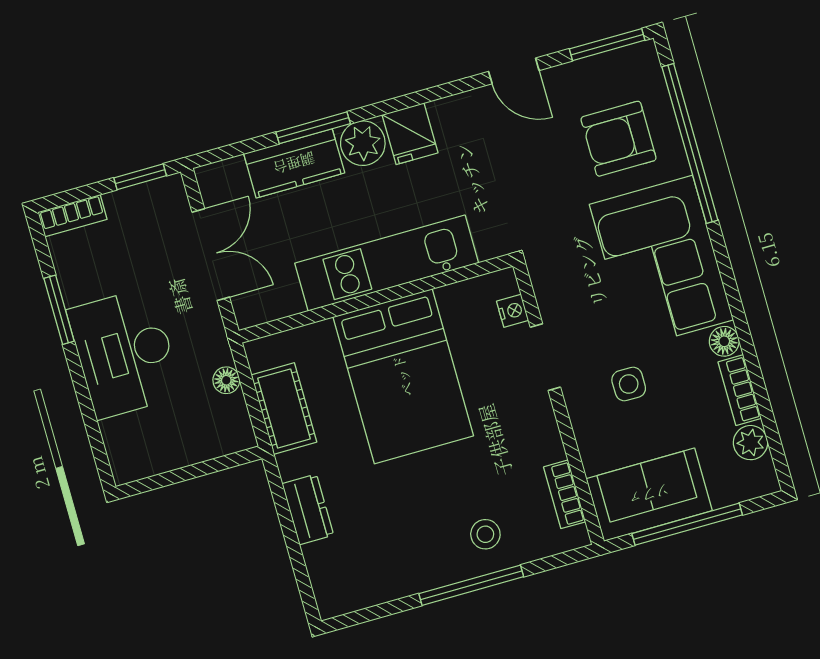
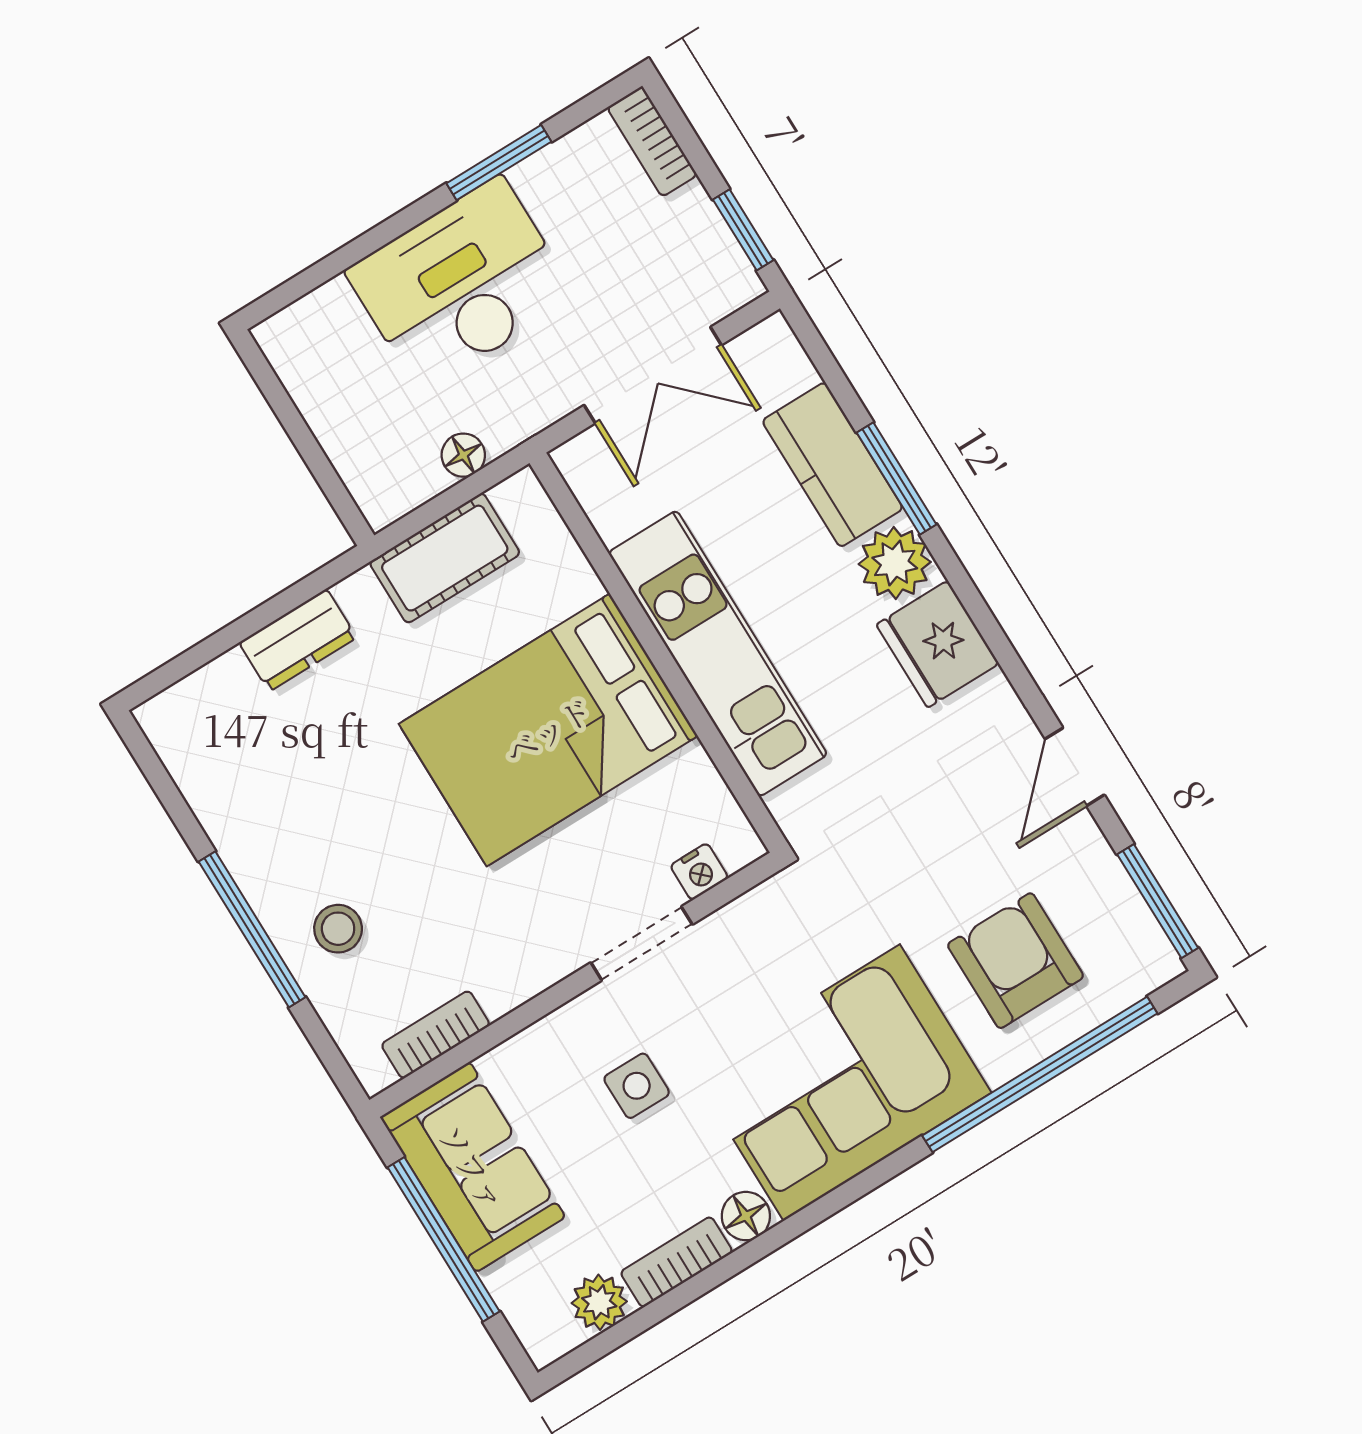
fridge: (410, 134) -> (938, 644), width x1.38

